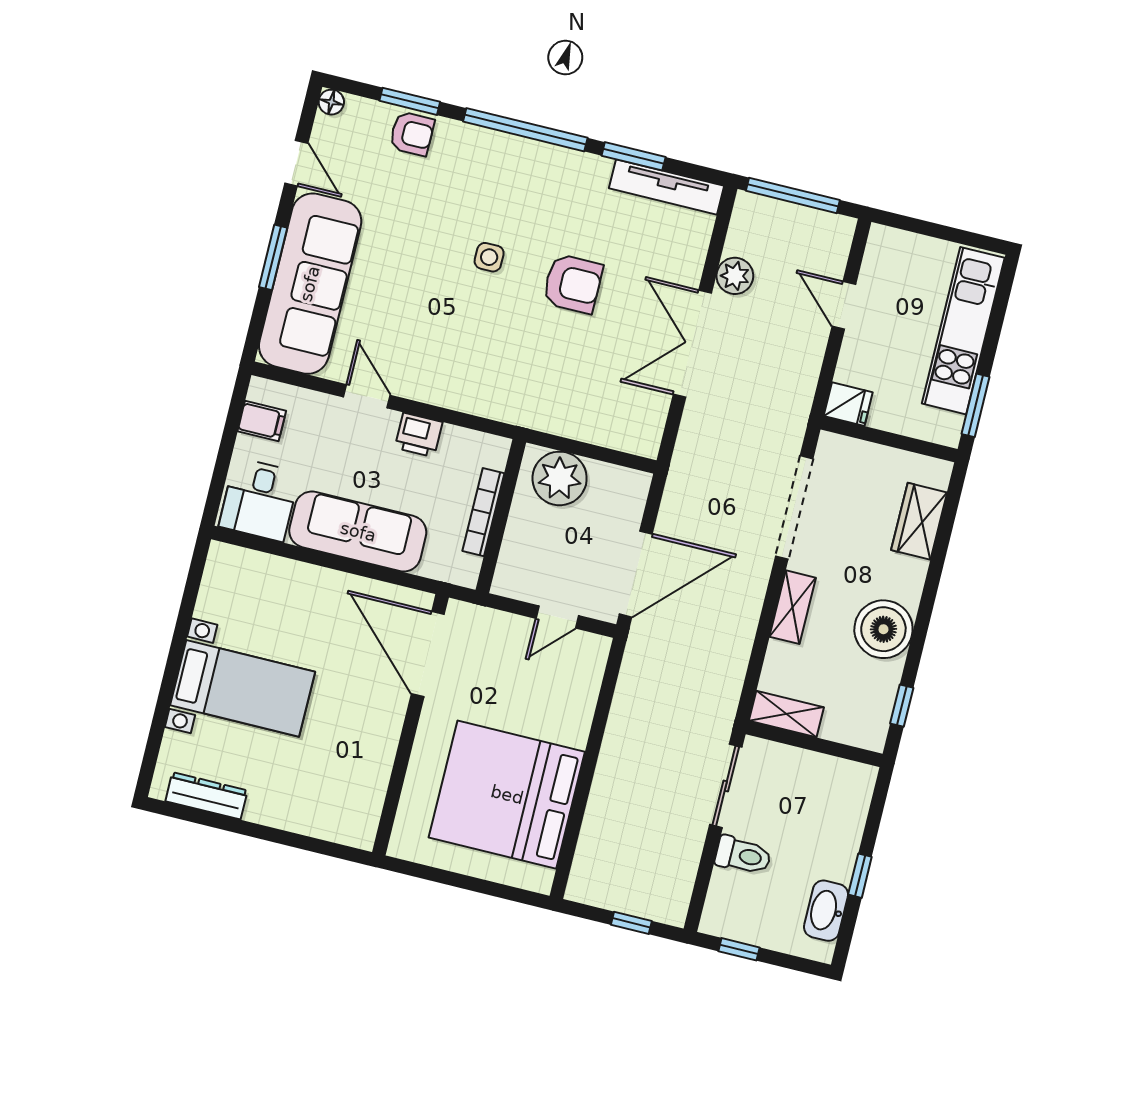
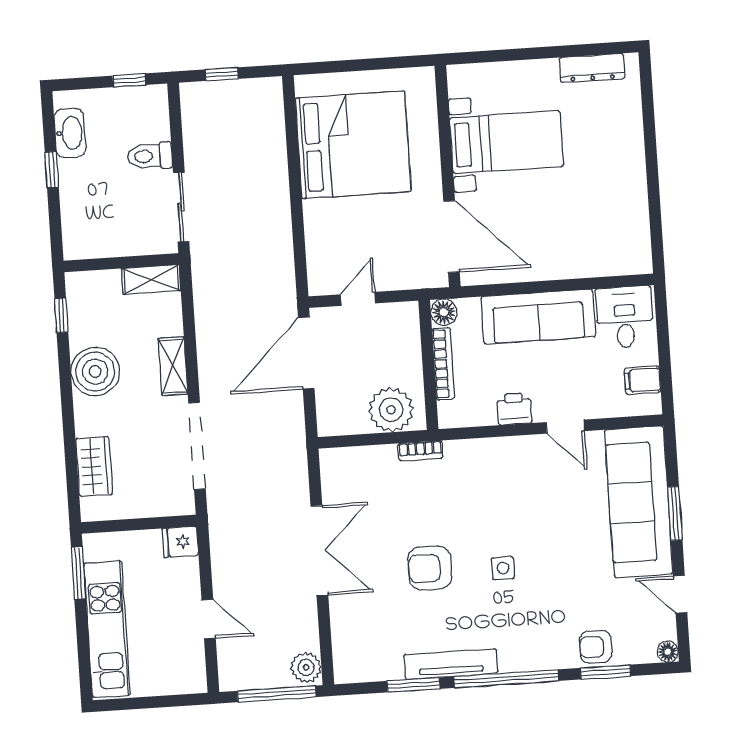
tv unit: (666, 187) -> (451, 664), moved
plant: (735, 276) -> (306, 667), moved
bookcase: (541, 421) -> (421, 451), added
floor lamp: (464, 571) -> (444, 312), added
bed with nightstands: (243, 688) -> (507, 142), moved, turned 180

